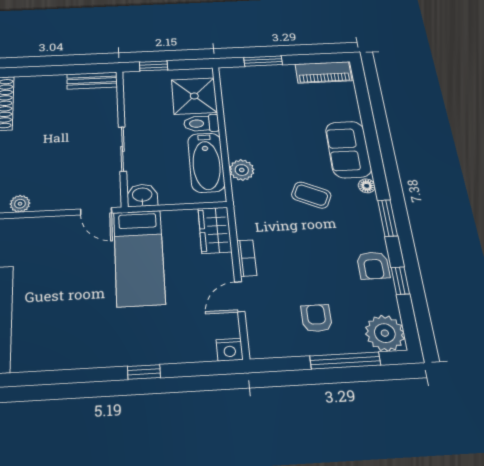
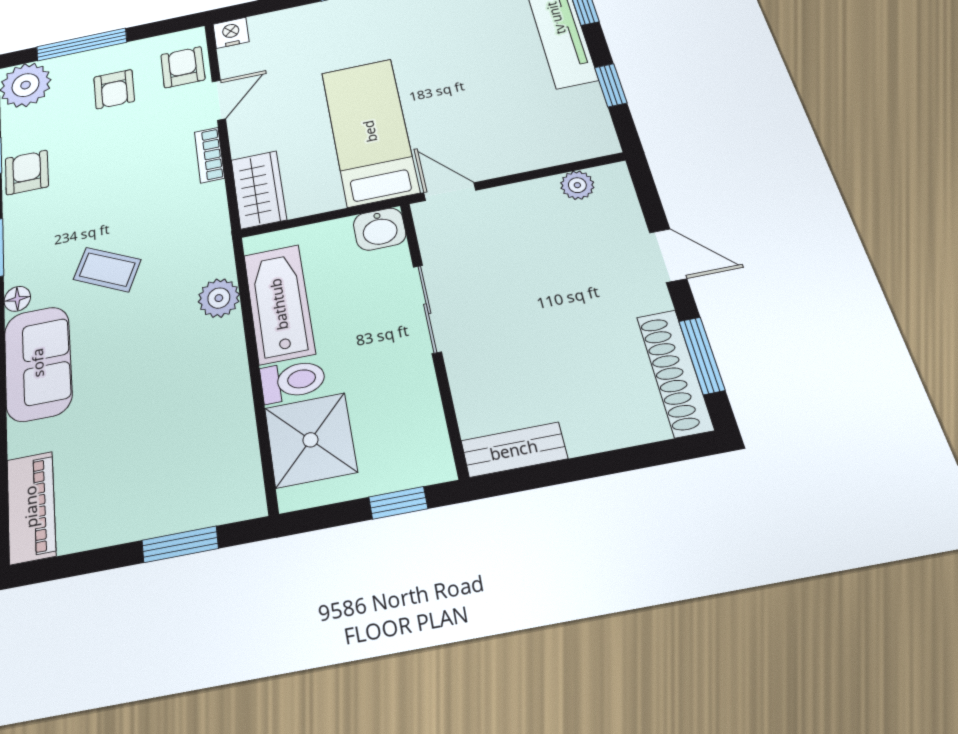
piano: (323, 72) -> (31, 507), moved, turned 90
armchair: (266, 327) -> (183, 67), added

